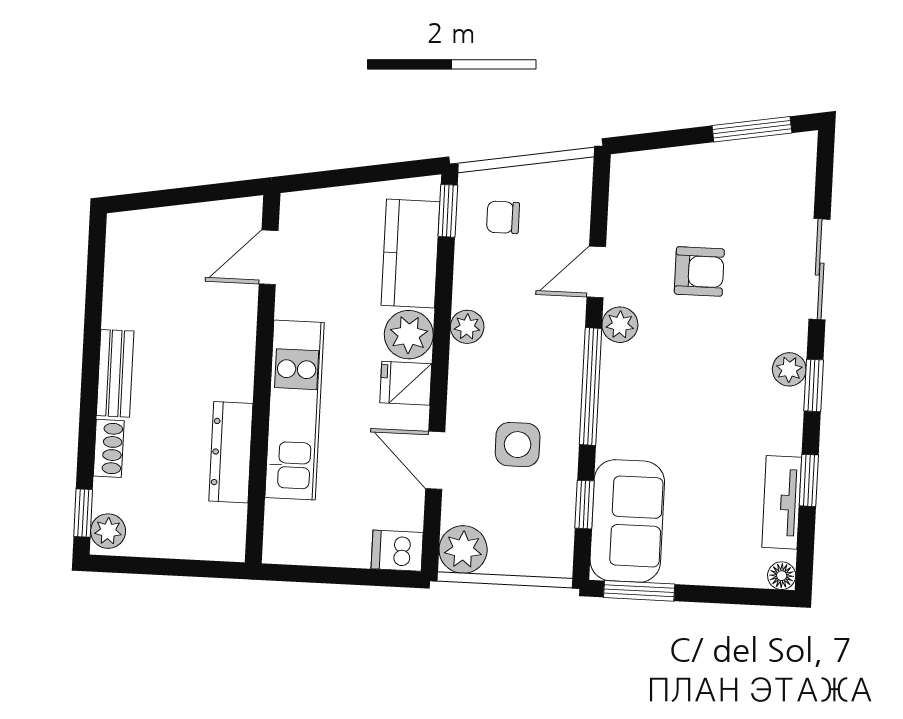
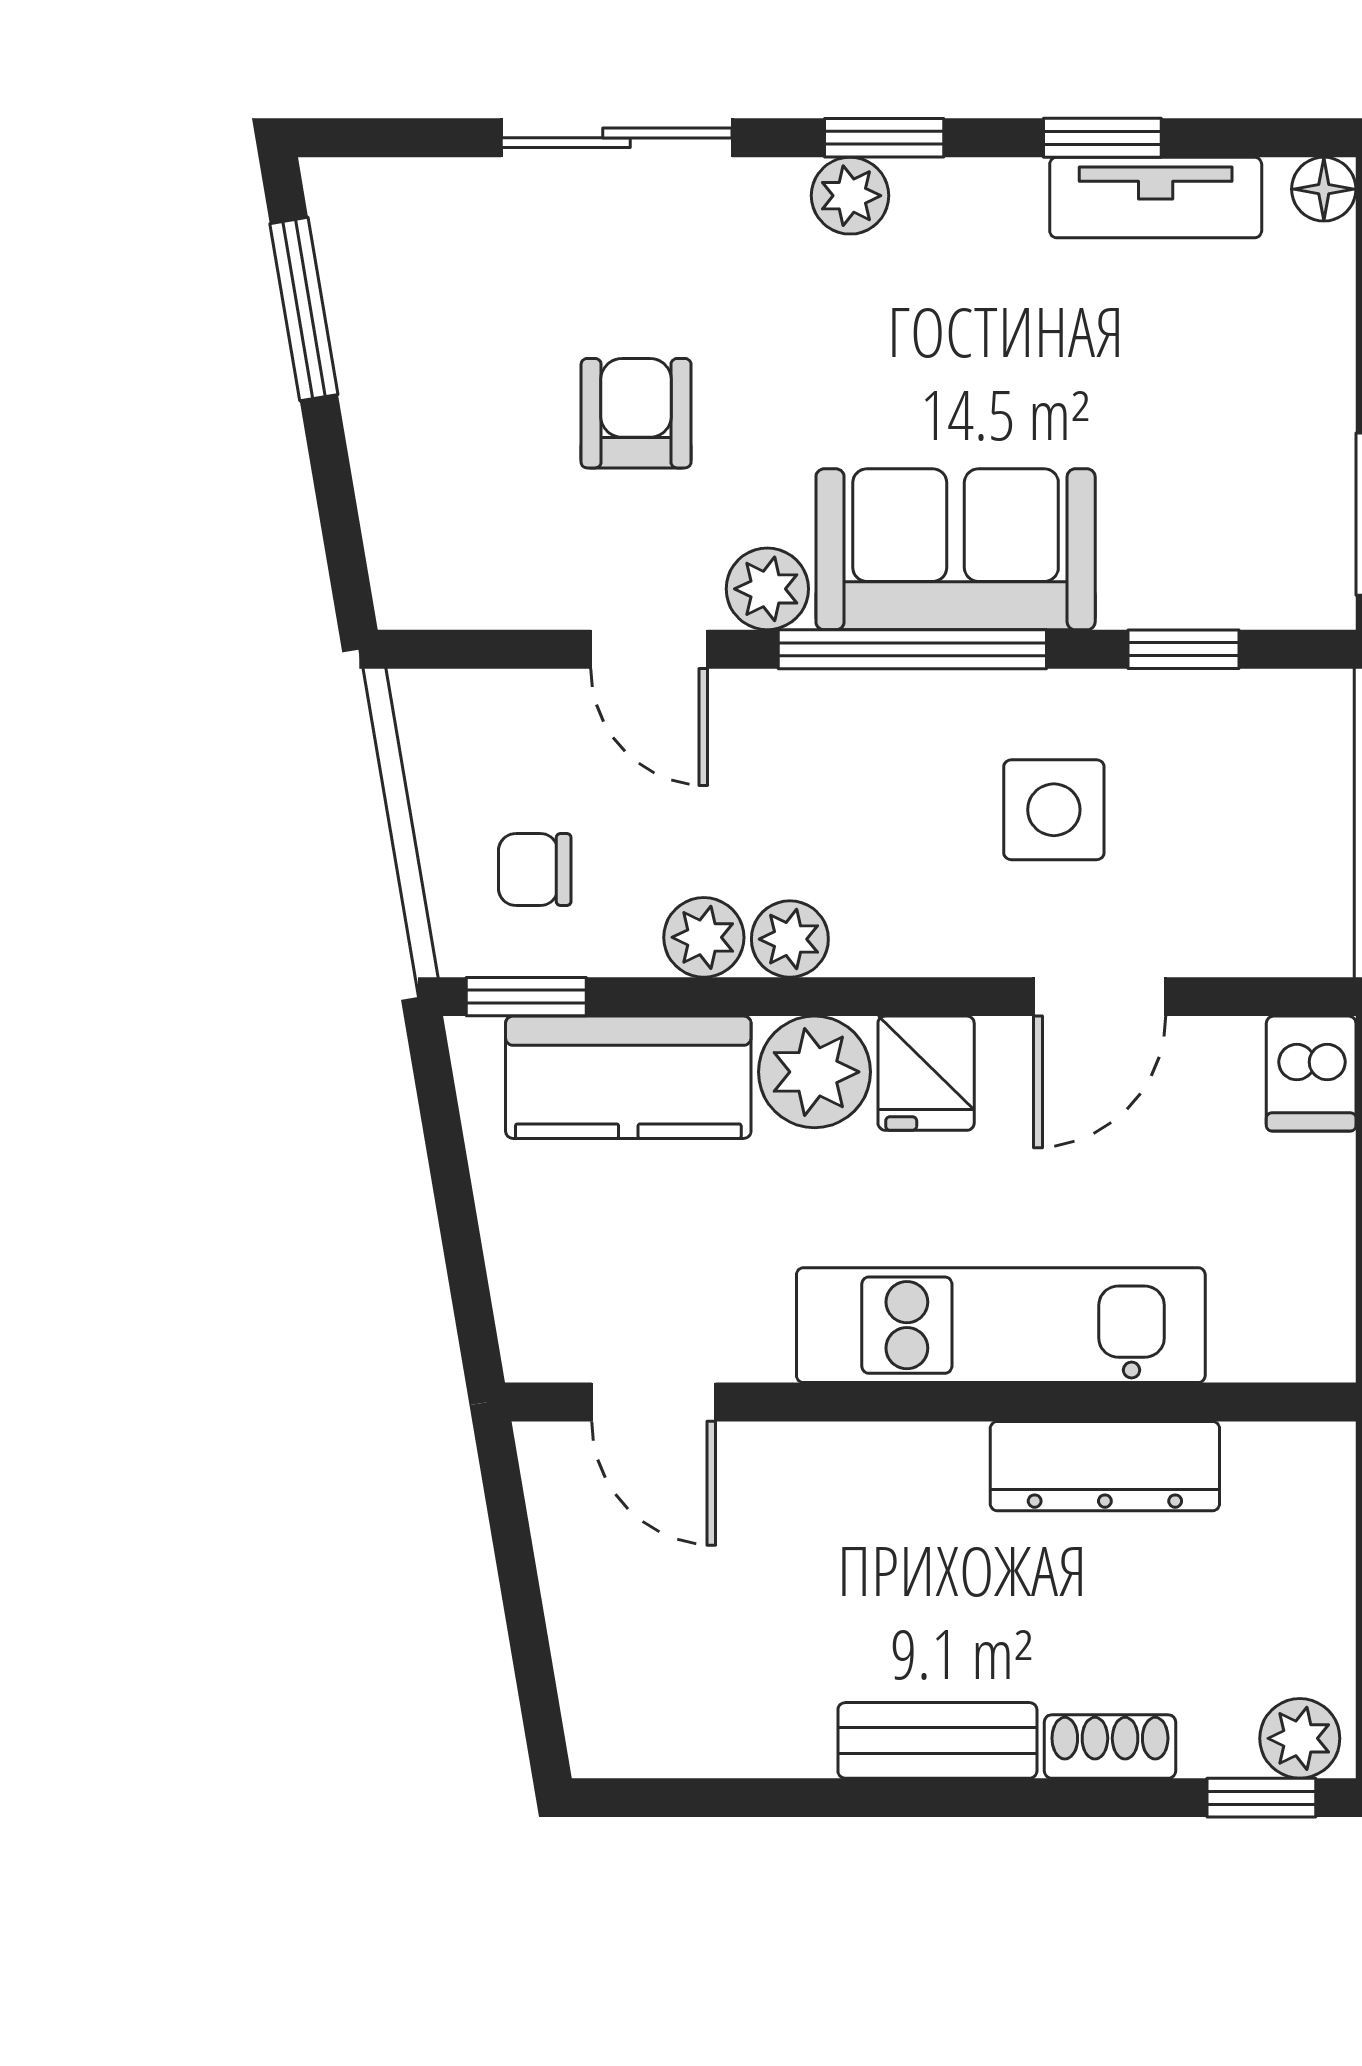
chair: (503, 217) -> (535, 869), turned 90
sofa: (627, 521) -> (956, 549), moved
plant: (463, 550) -> (704, 937), moved, width x0.73, depth x0.73

